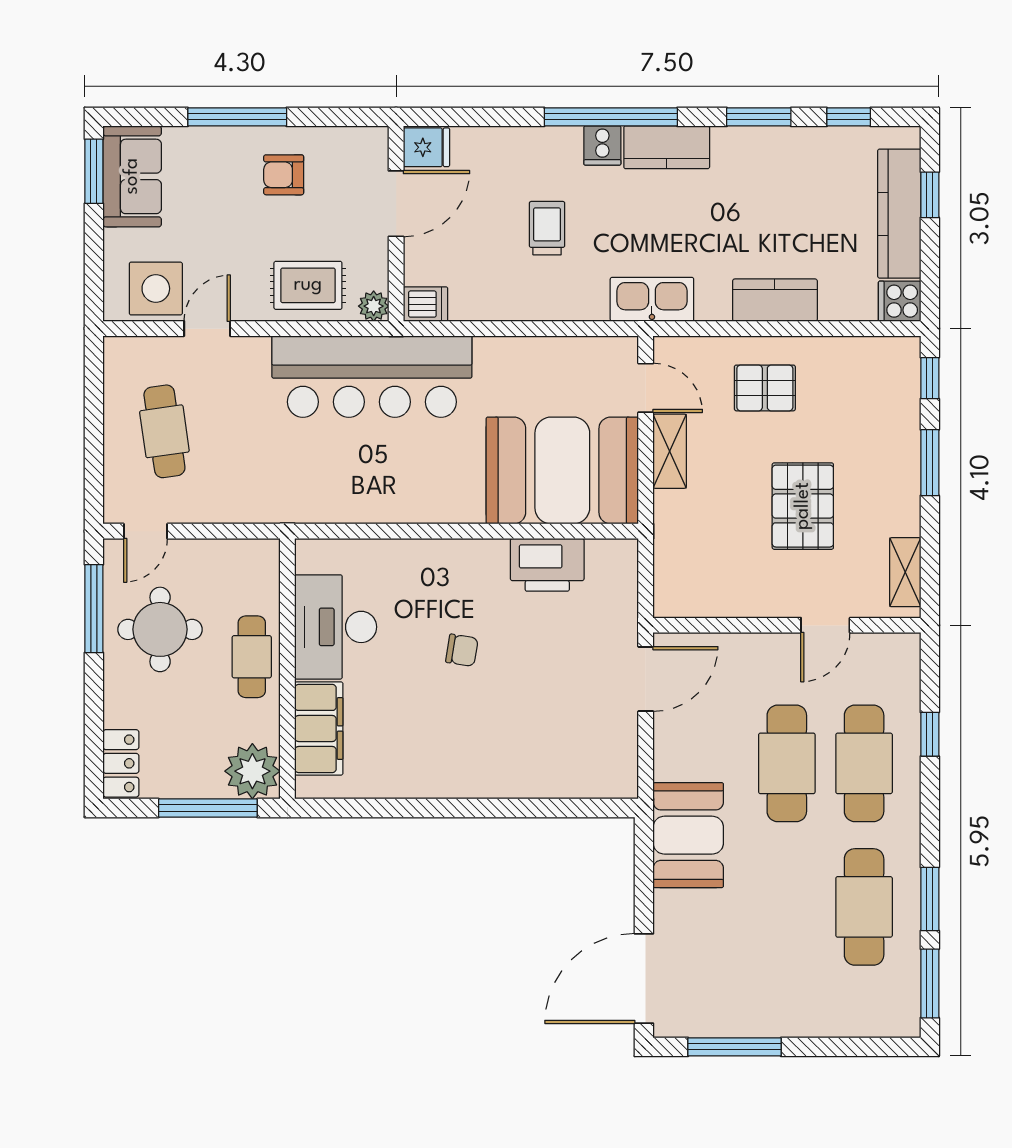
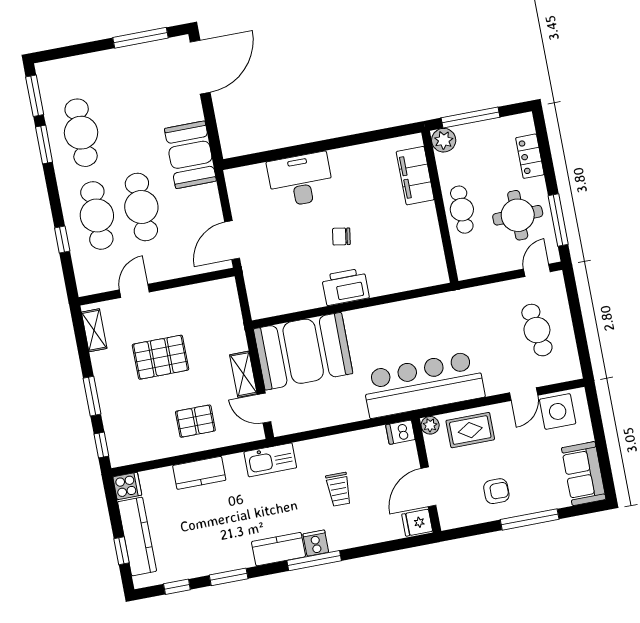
window: (611, 117) -> (314, 561), width x0.68
window: (94, 171) -> (606, 472), removed
pallet: (803, 506) -> (160, 357), turned 90
printer: (547, 565) -> (345, 287), moved
desk: (336, 627) -> (300, 180), moved, turned -90
locker: (121, 763) -> (530, 156), moved
plant: (252, 771) -> (444, 140), width x0.73, depth x0.73

